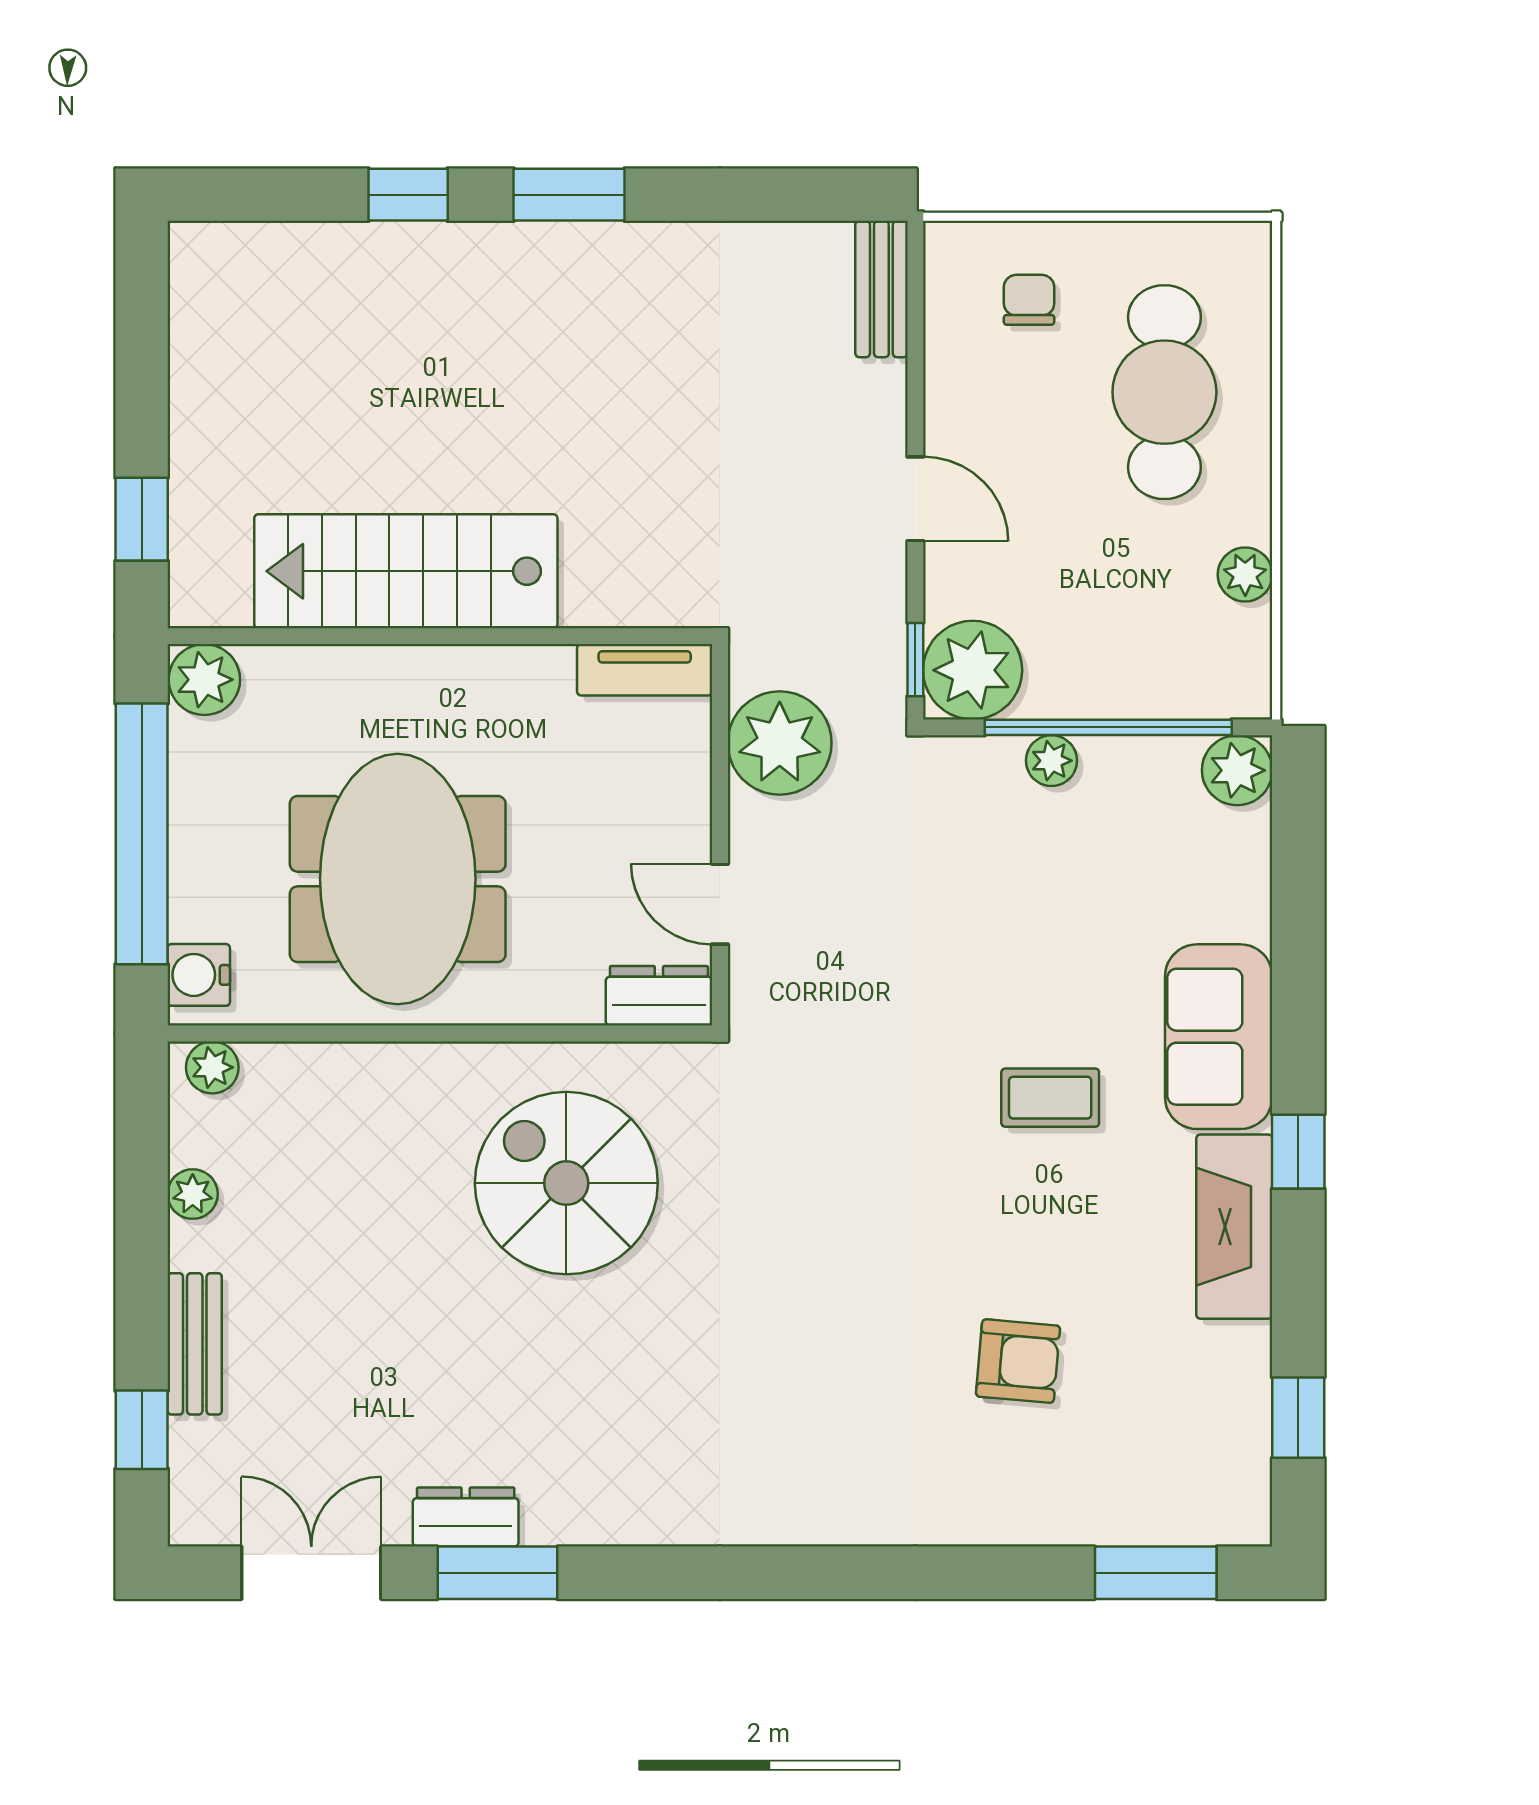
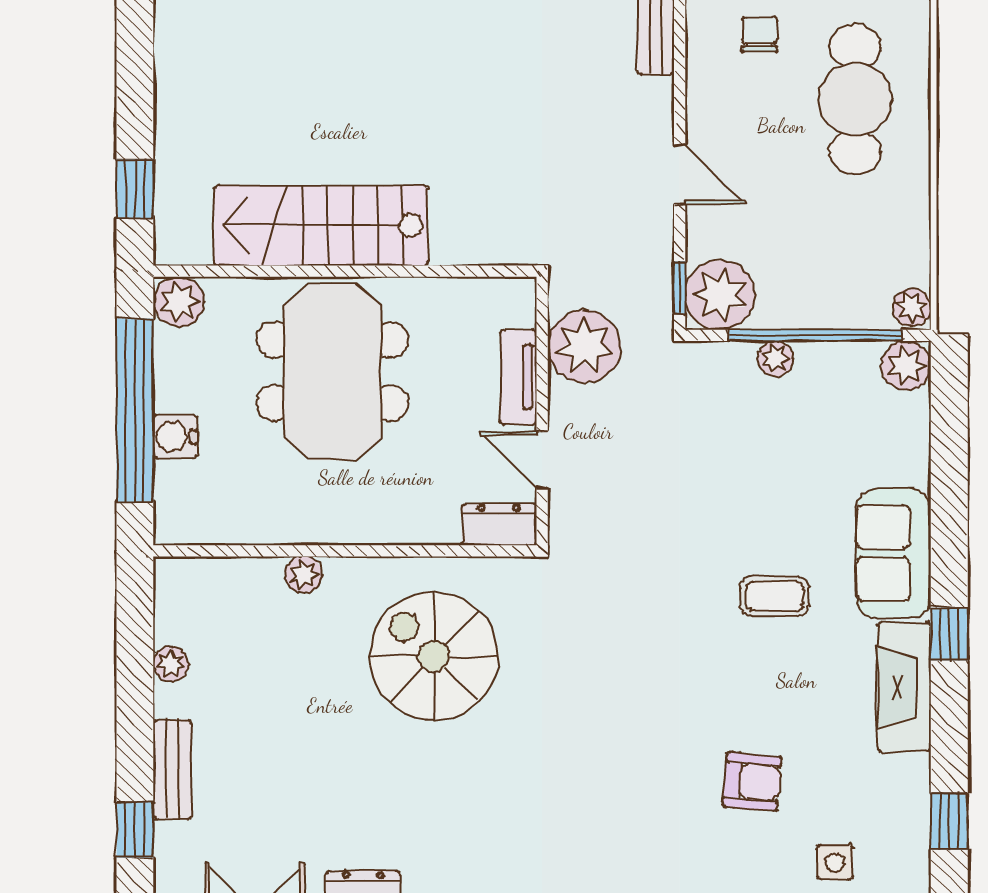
plant: (1245, 575) -> (912, 307), moved
tv unit: (645, 670) -> (518, 377), moved, turned 90
meeting table: (398, 879) -> (333, 372), moved
water cooler: (199, 975) -> (175, 437), moved
plant: (212, 1067) -> (303, 575), moved
side table: (1136, 1476) -> (835, 862), added

